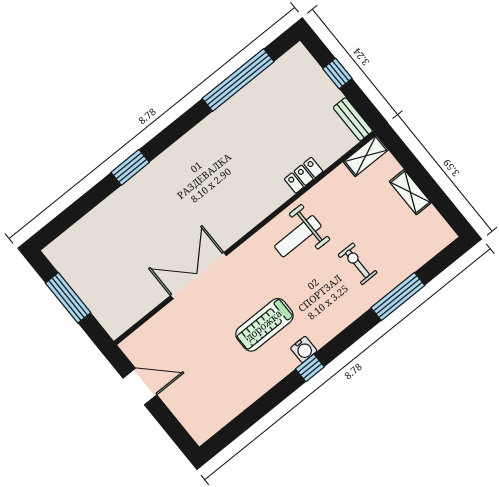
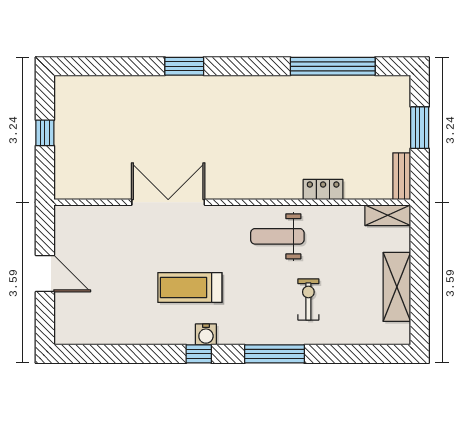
window: (337, 73) -> (420, 128), width x1.50
shelving: (410, 192) -> (397, 287), width x1.50, depth x1.33
window: (398, 297) -> (275, 354), moved
window: (68, 298) -> (45, 133), width x0.46
door: (140, 387) -> (45, 273), moved

